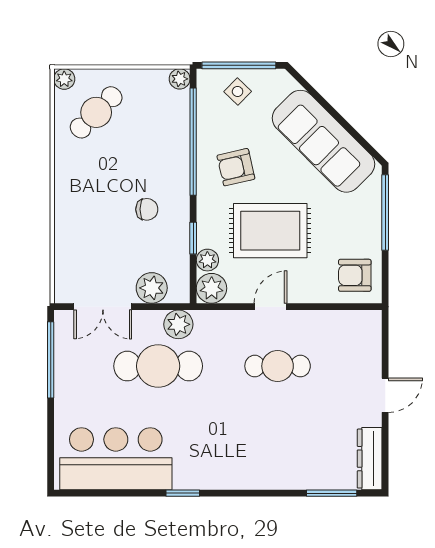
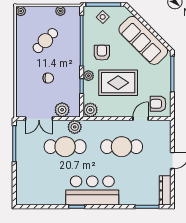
plant: (180, 79) -> (60, 11), moved
cafe table: (96, 112) -> (45, 41), moved
armchair: (236, 167) -> (102, 53), turned 103
chair: (147, 209) -> (48, 78), moved
plant: (207, 260) -> (88, 76), moved
door: (270, 307) -> (141, 119), moved
cafe table: (278, 366) -> (122, 147), width x1.37, depth x1.35
bar counter: (116, 459) -> (92, 190), moved

